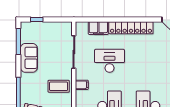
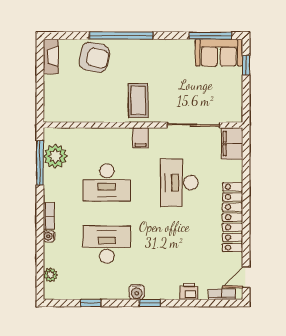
filing cabinet: (98, 28) -> (232, 143), moved
sofa: (29, 58) -> (219, 53), moved
desk: (110, 61) -> (179, 183), turned 180

